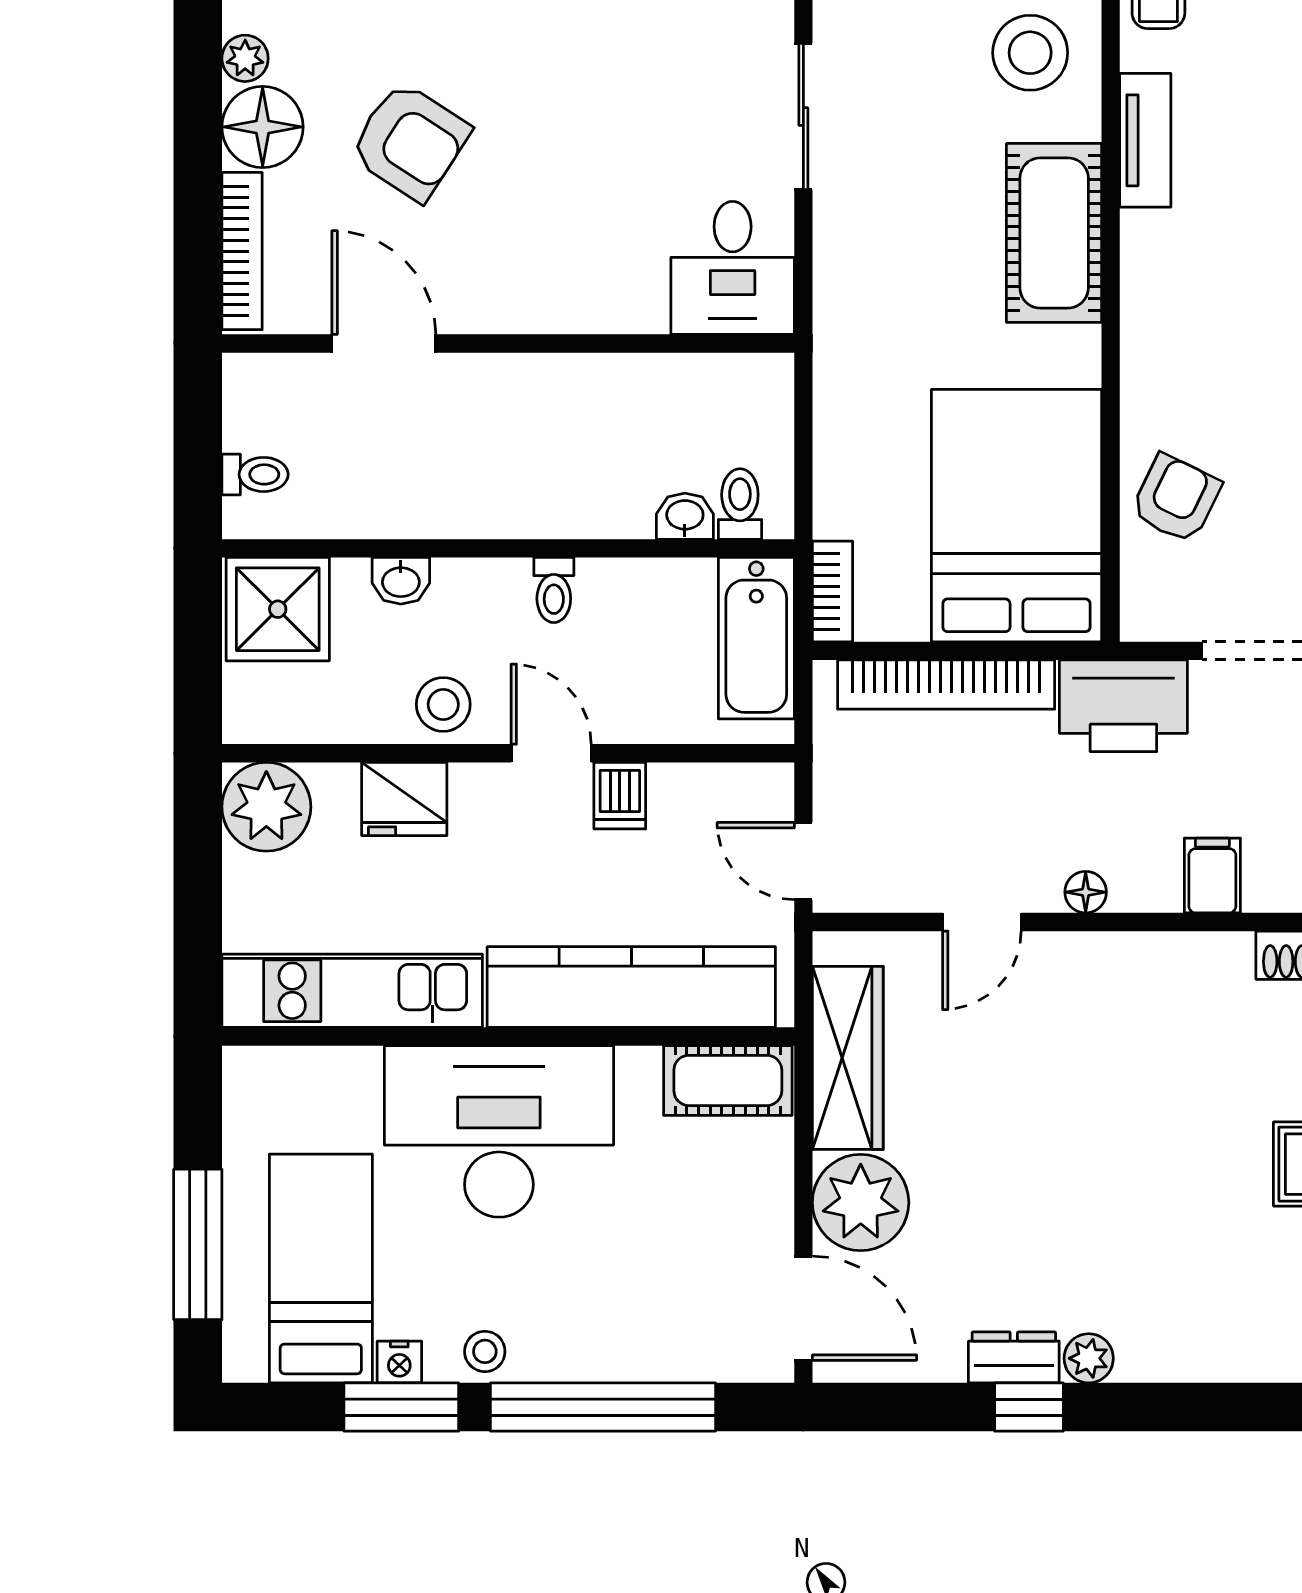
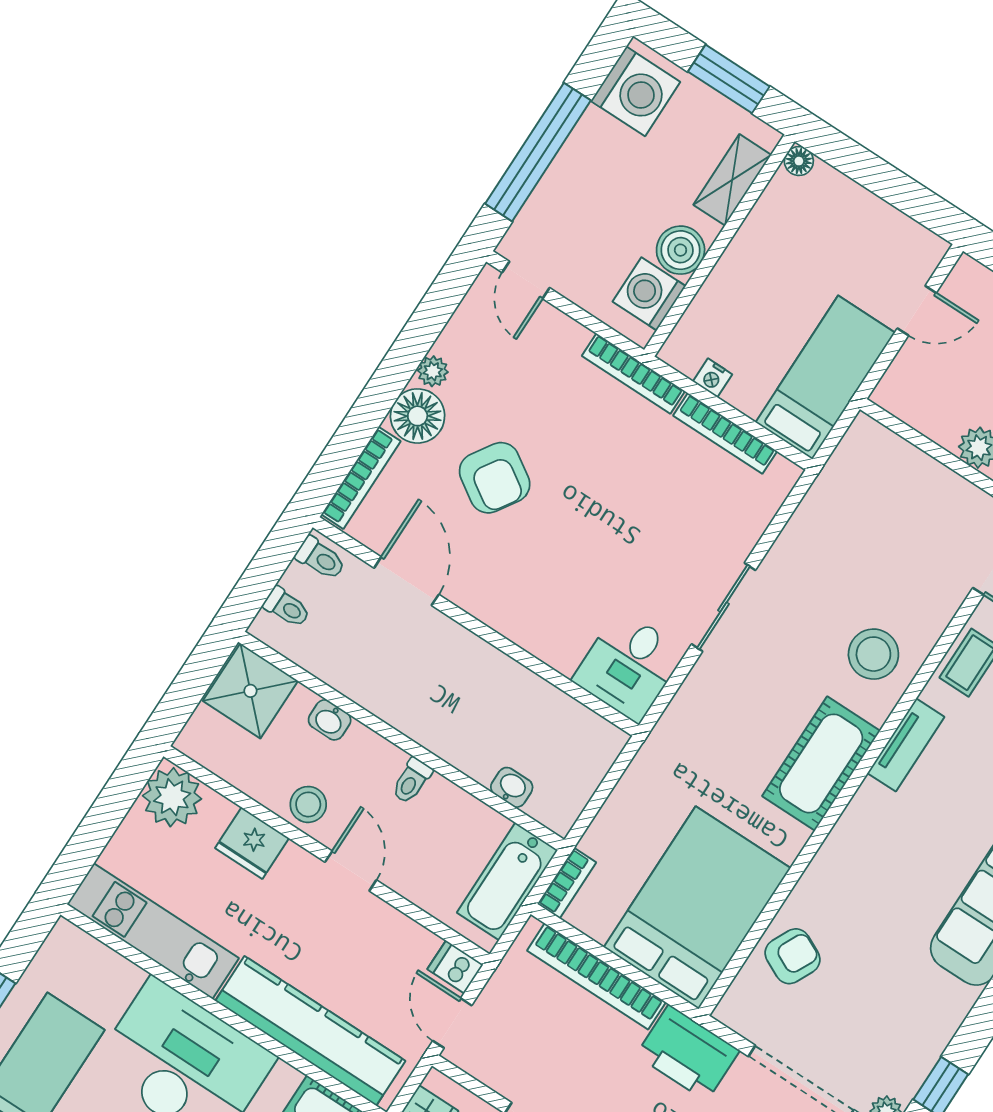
toilet: (740, 504) -> (320, 558), moved, turned 90
dishwasher: (620, 796) -> (455, 967), moved, turned 90

